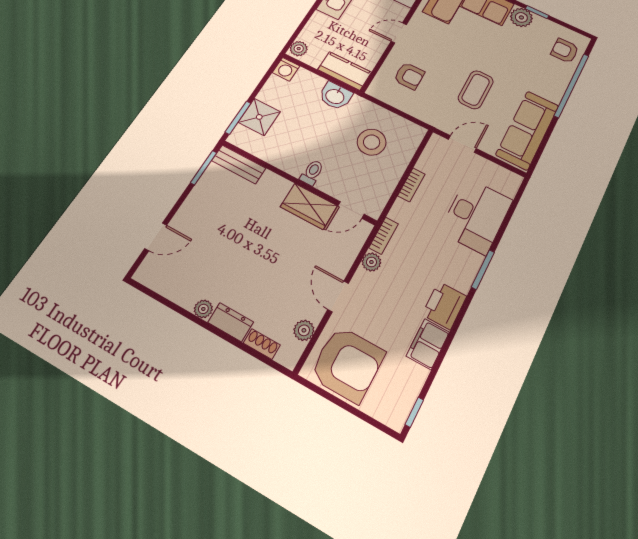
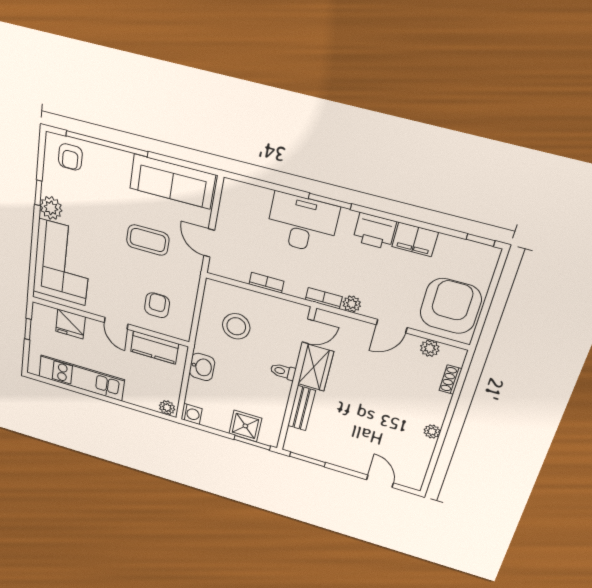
kitchen counter: (345, 71) -> (155, 348), moved, turned -90
bench: (239, 164) -> (301, 408), moved
door: (351, 210) -> (308, 331), hinge flipped
desk: (476, 216) -> (302, 223), moved
dresser: (231, 322) -> (438, 408), removed

